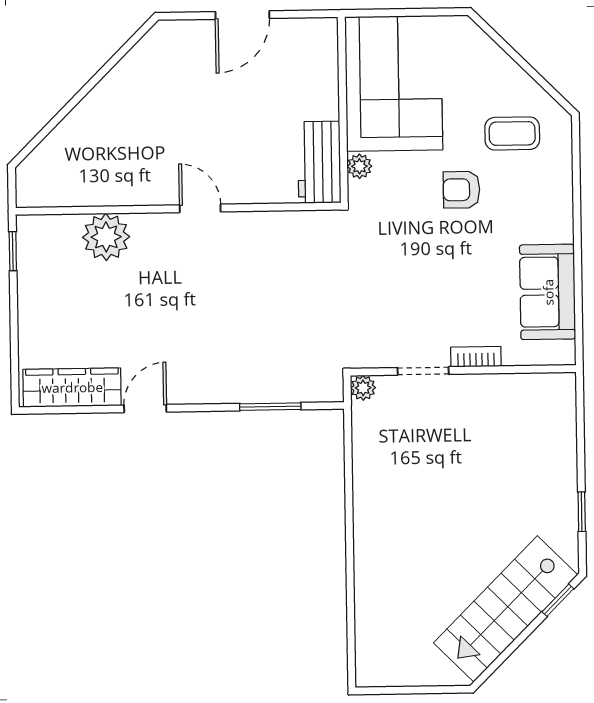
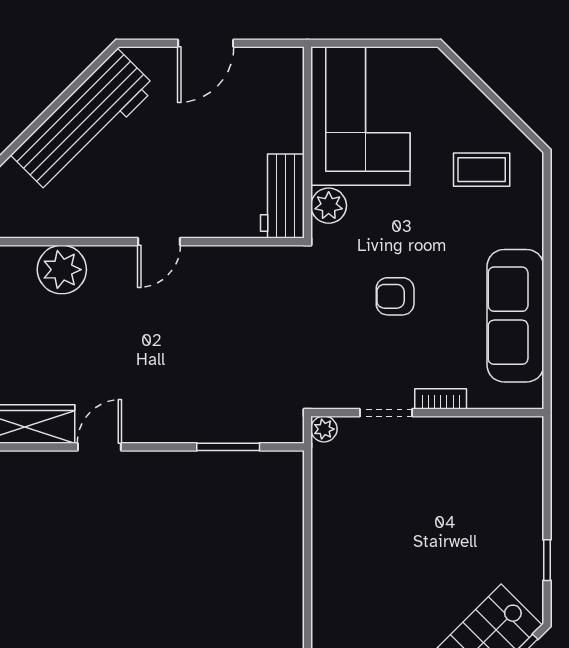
workbench: (125, 93) -> (83, 121), added
plant: (359, 166) -> (329, 206), width x1.38, depth x1.38
armchair: (462, 190) -> (395, 296), moved
door: (200, 208) -> (159, 242), swing flipped
sofa: (548, 292) -> (515, 316), width x1.36

